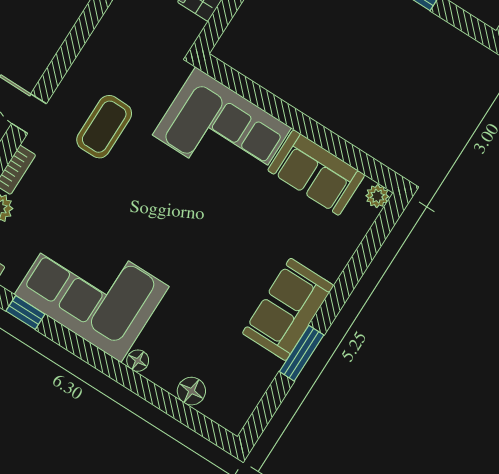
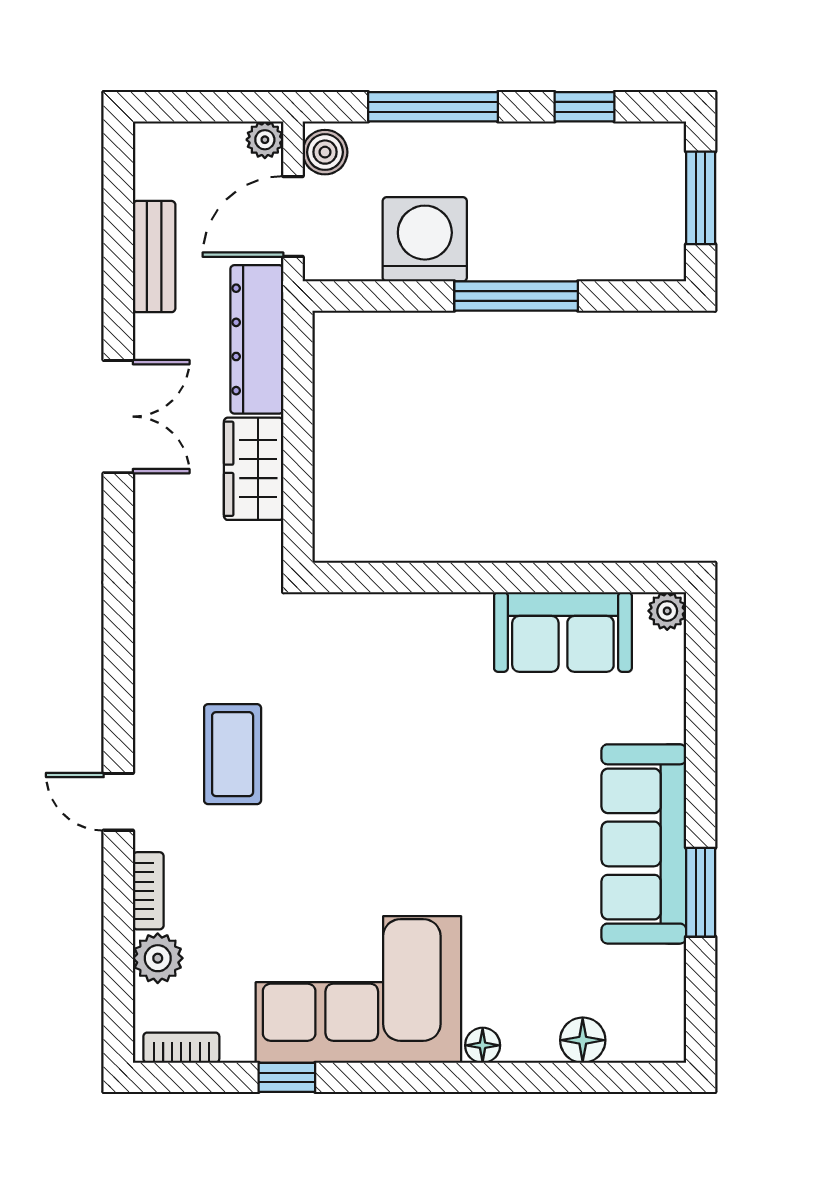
corner sofa: (222, 131) -> (398, 658), removed
sofa: (288, 309) -> (644, 844), width x1.36

